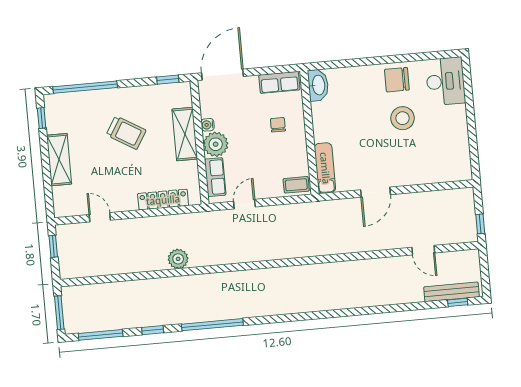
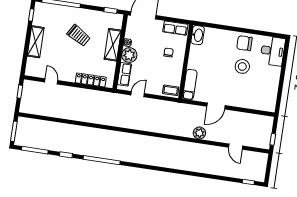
plant: (178, 259) -> (199, 133), moved
bench: (451, 292) -> (246, 175), removed

